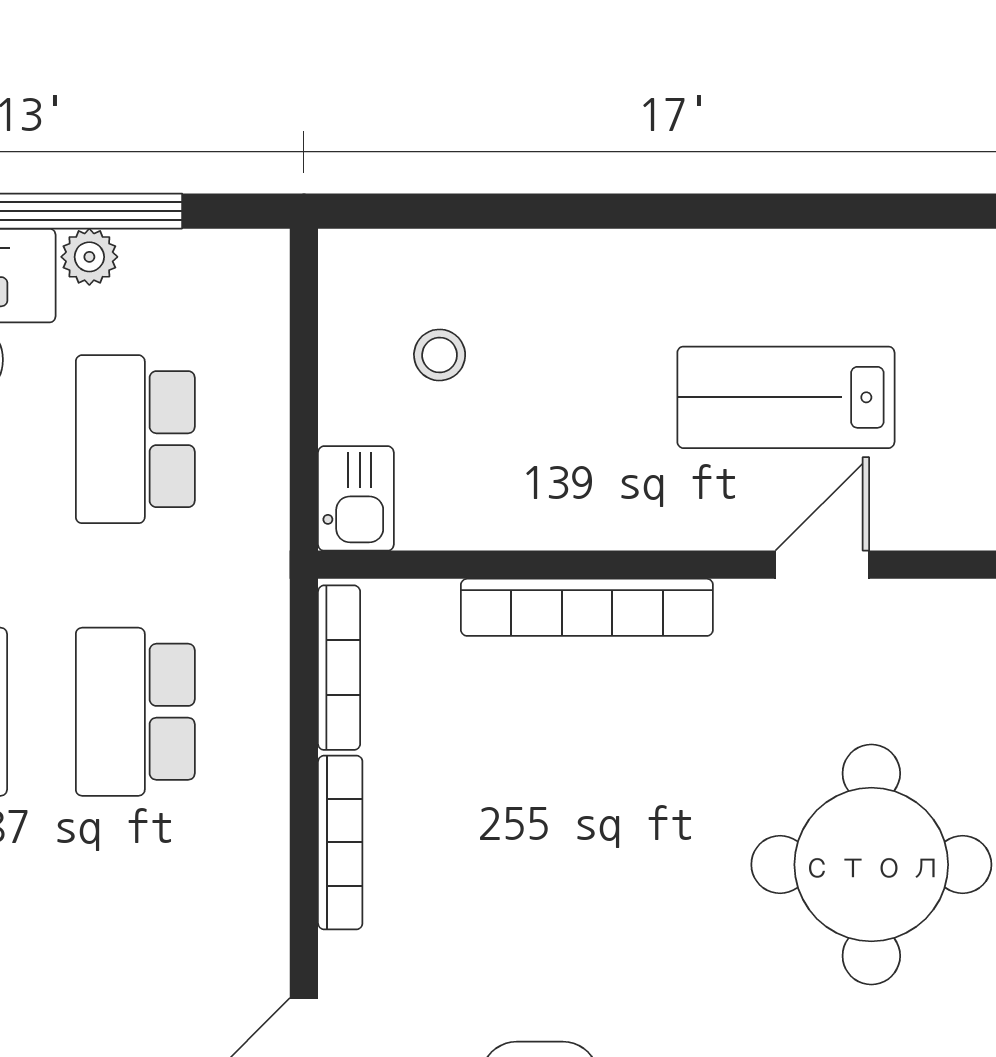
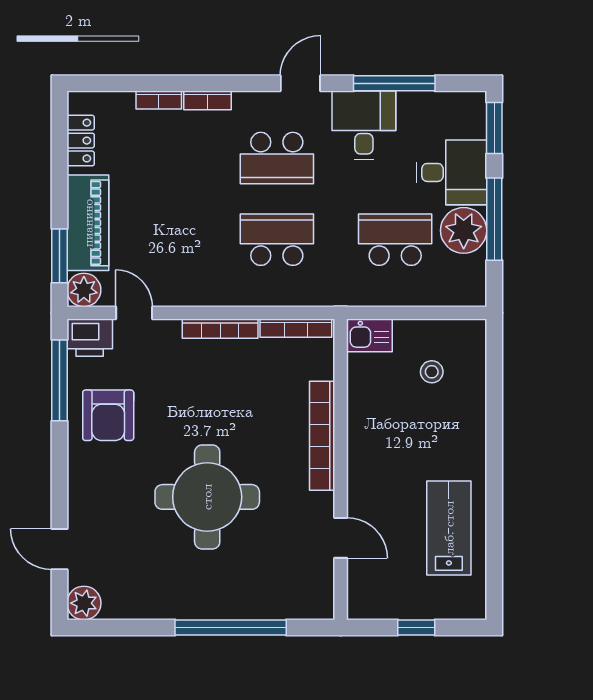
plant: (89, 257) -> (464, 230), width x1.88, depth x1.88
lab bench: (786, 397) -> (449, 528), moved
round table: (871, 865) -> (207, 497), moved

